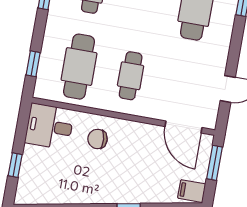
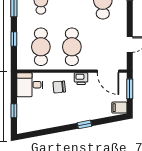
window: (33, 64) -> (14, 39), moved
cafe table: (131, 76) -> (72, 47), width x1.37, depth x1.35
printer: (136, 131) -> (81, 79), added

